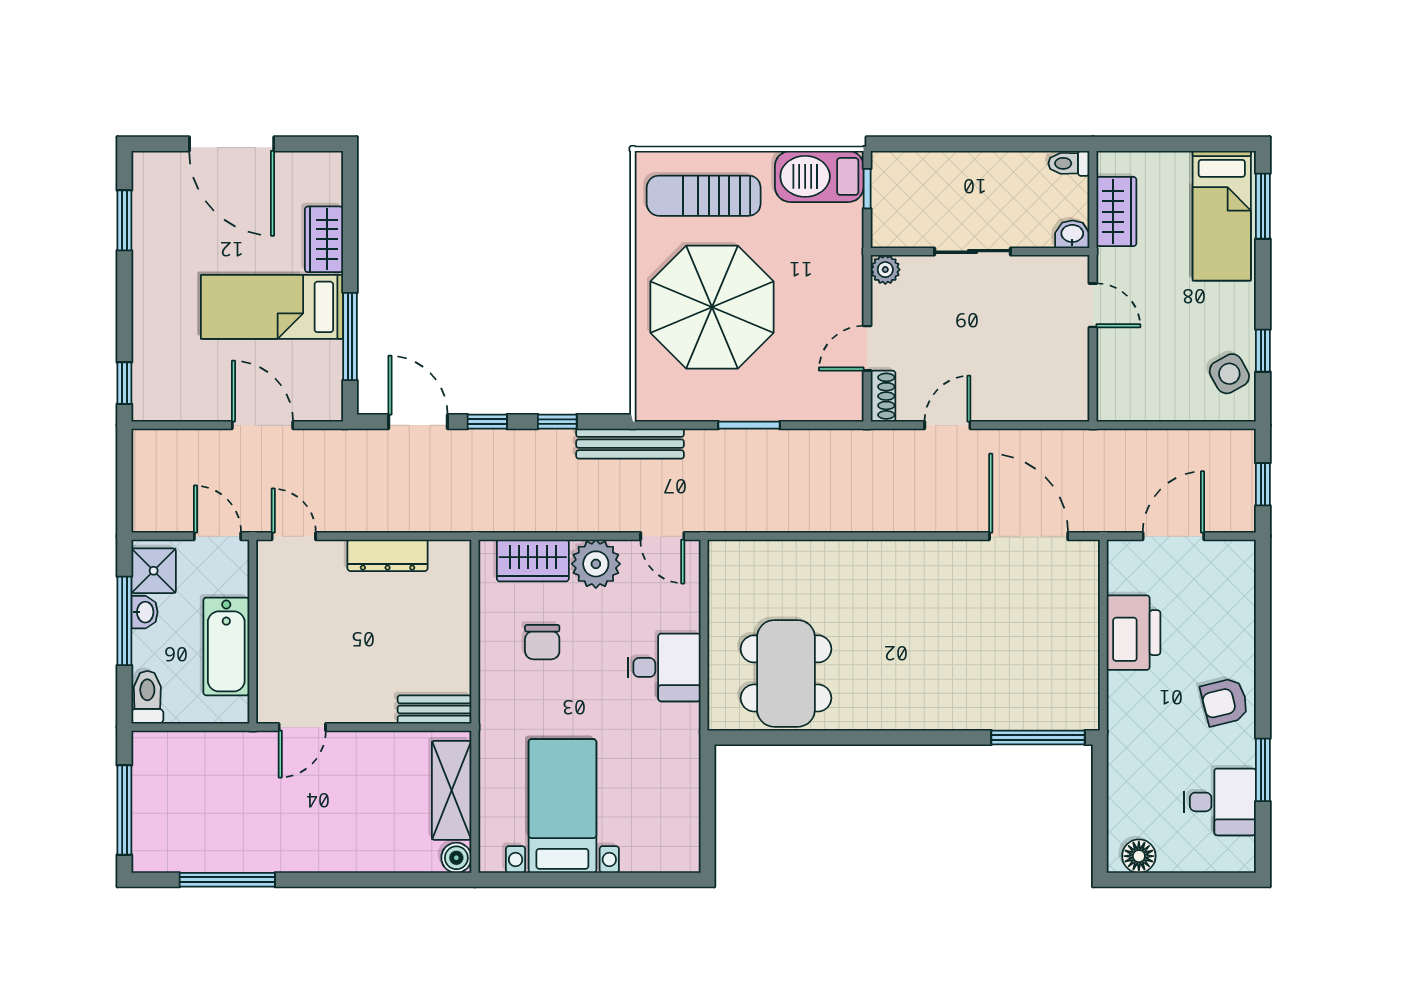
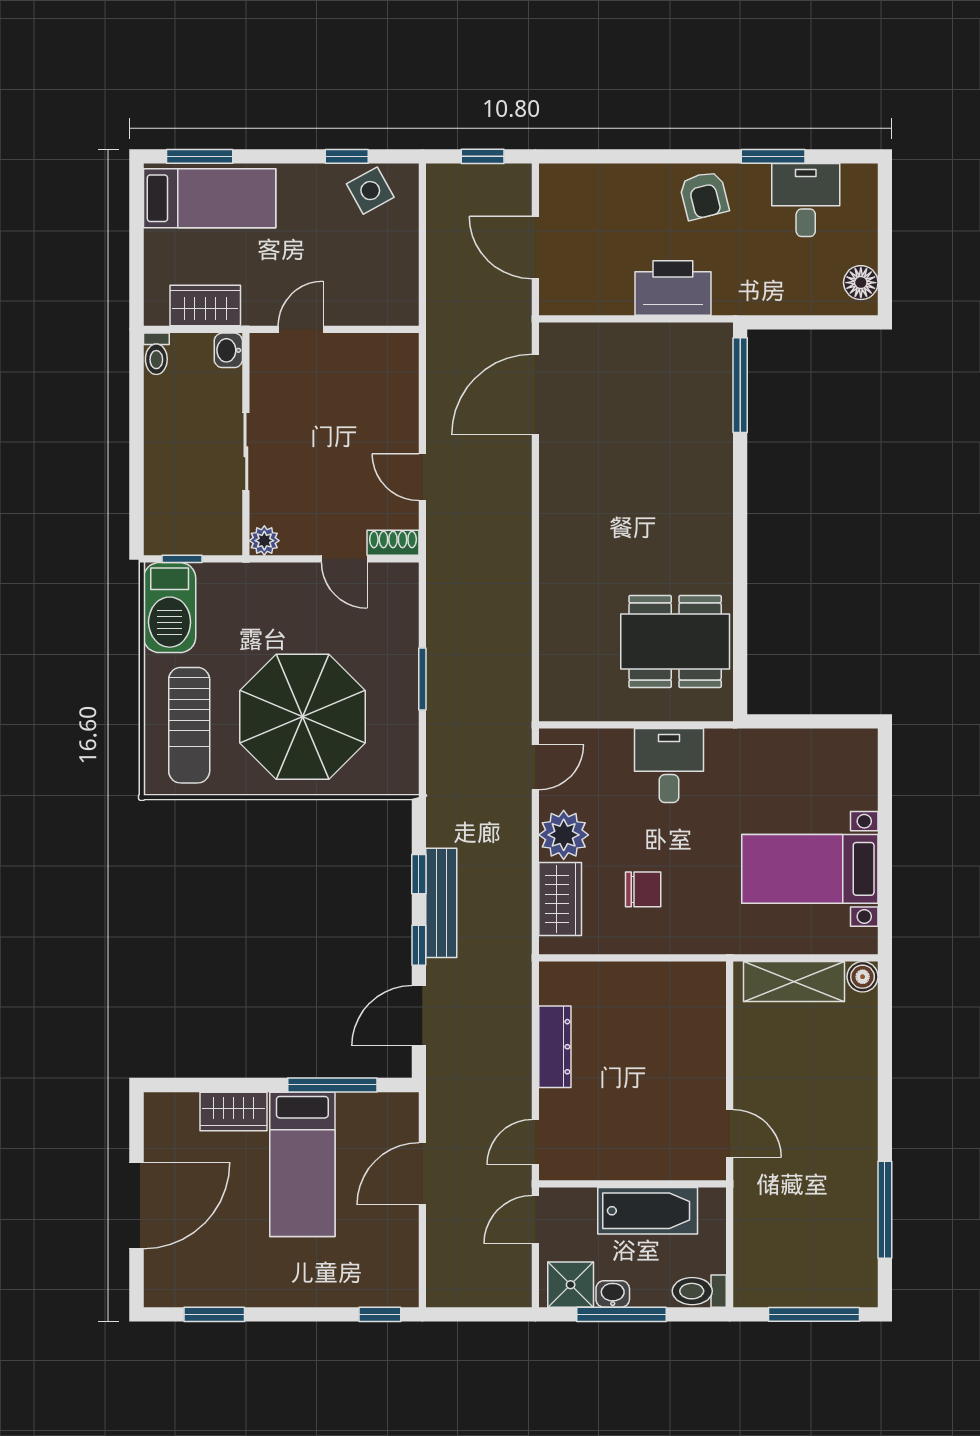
bench: (630, 444) -> (441, 903), moved
printer: (1134, 633) -> (673, 288), moved
bench: (435, 709) -> (712, 999), removed

